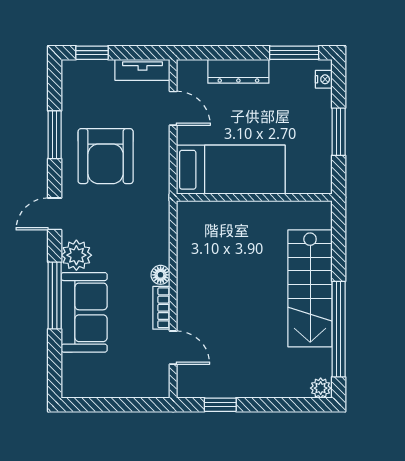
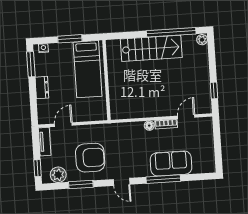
dresser: (238, 71) -> (42, 88), width x0.70
bed: (231, 170) -> (88, 69), moved, turned 180
plant: (76, 255) -> (58, 175), moved

